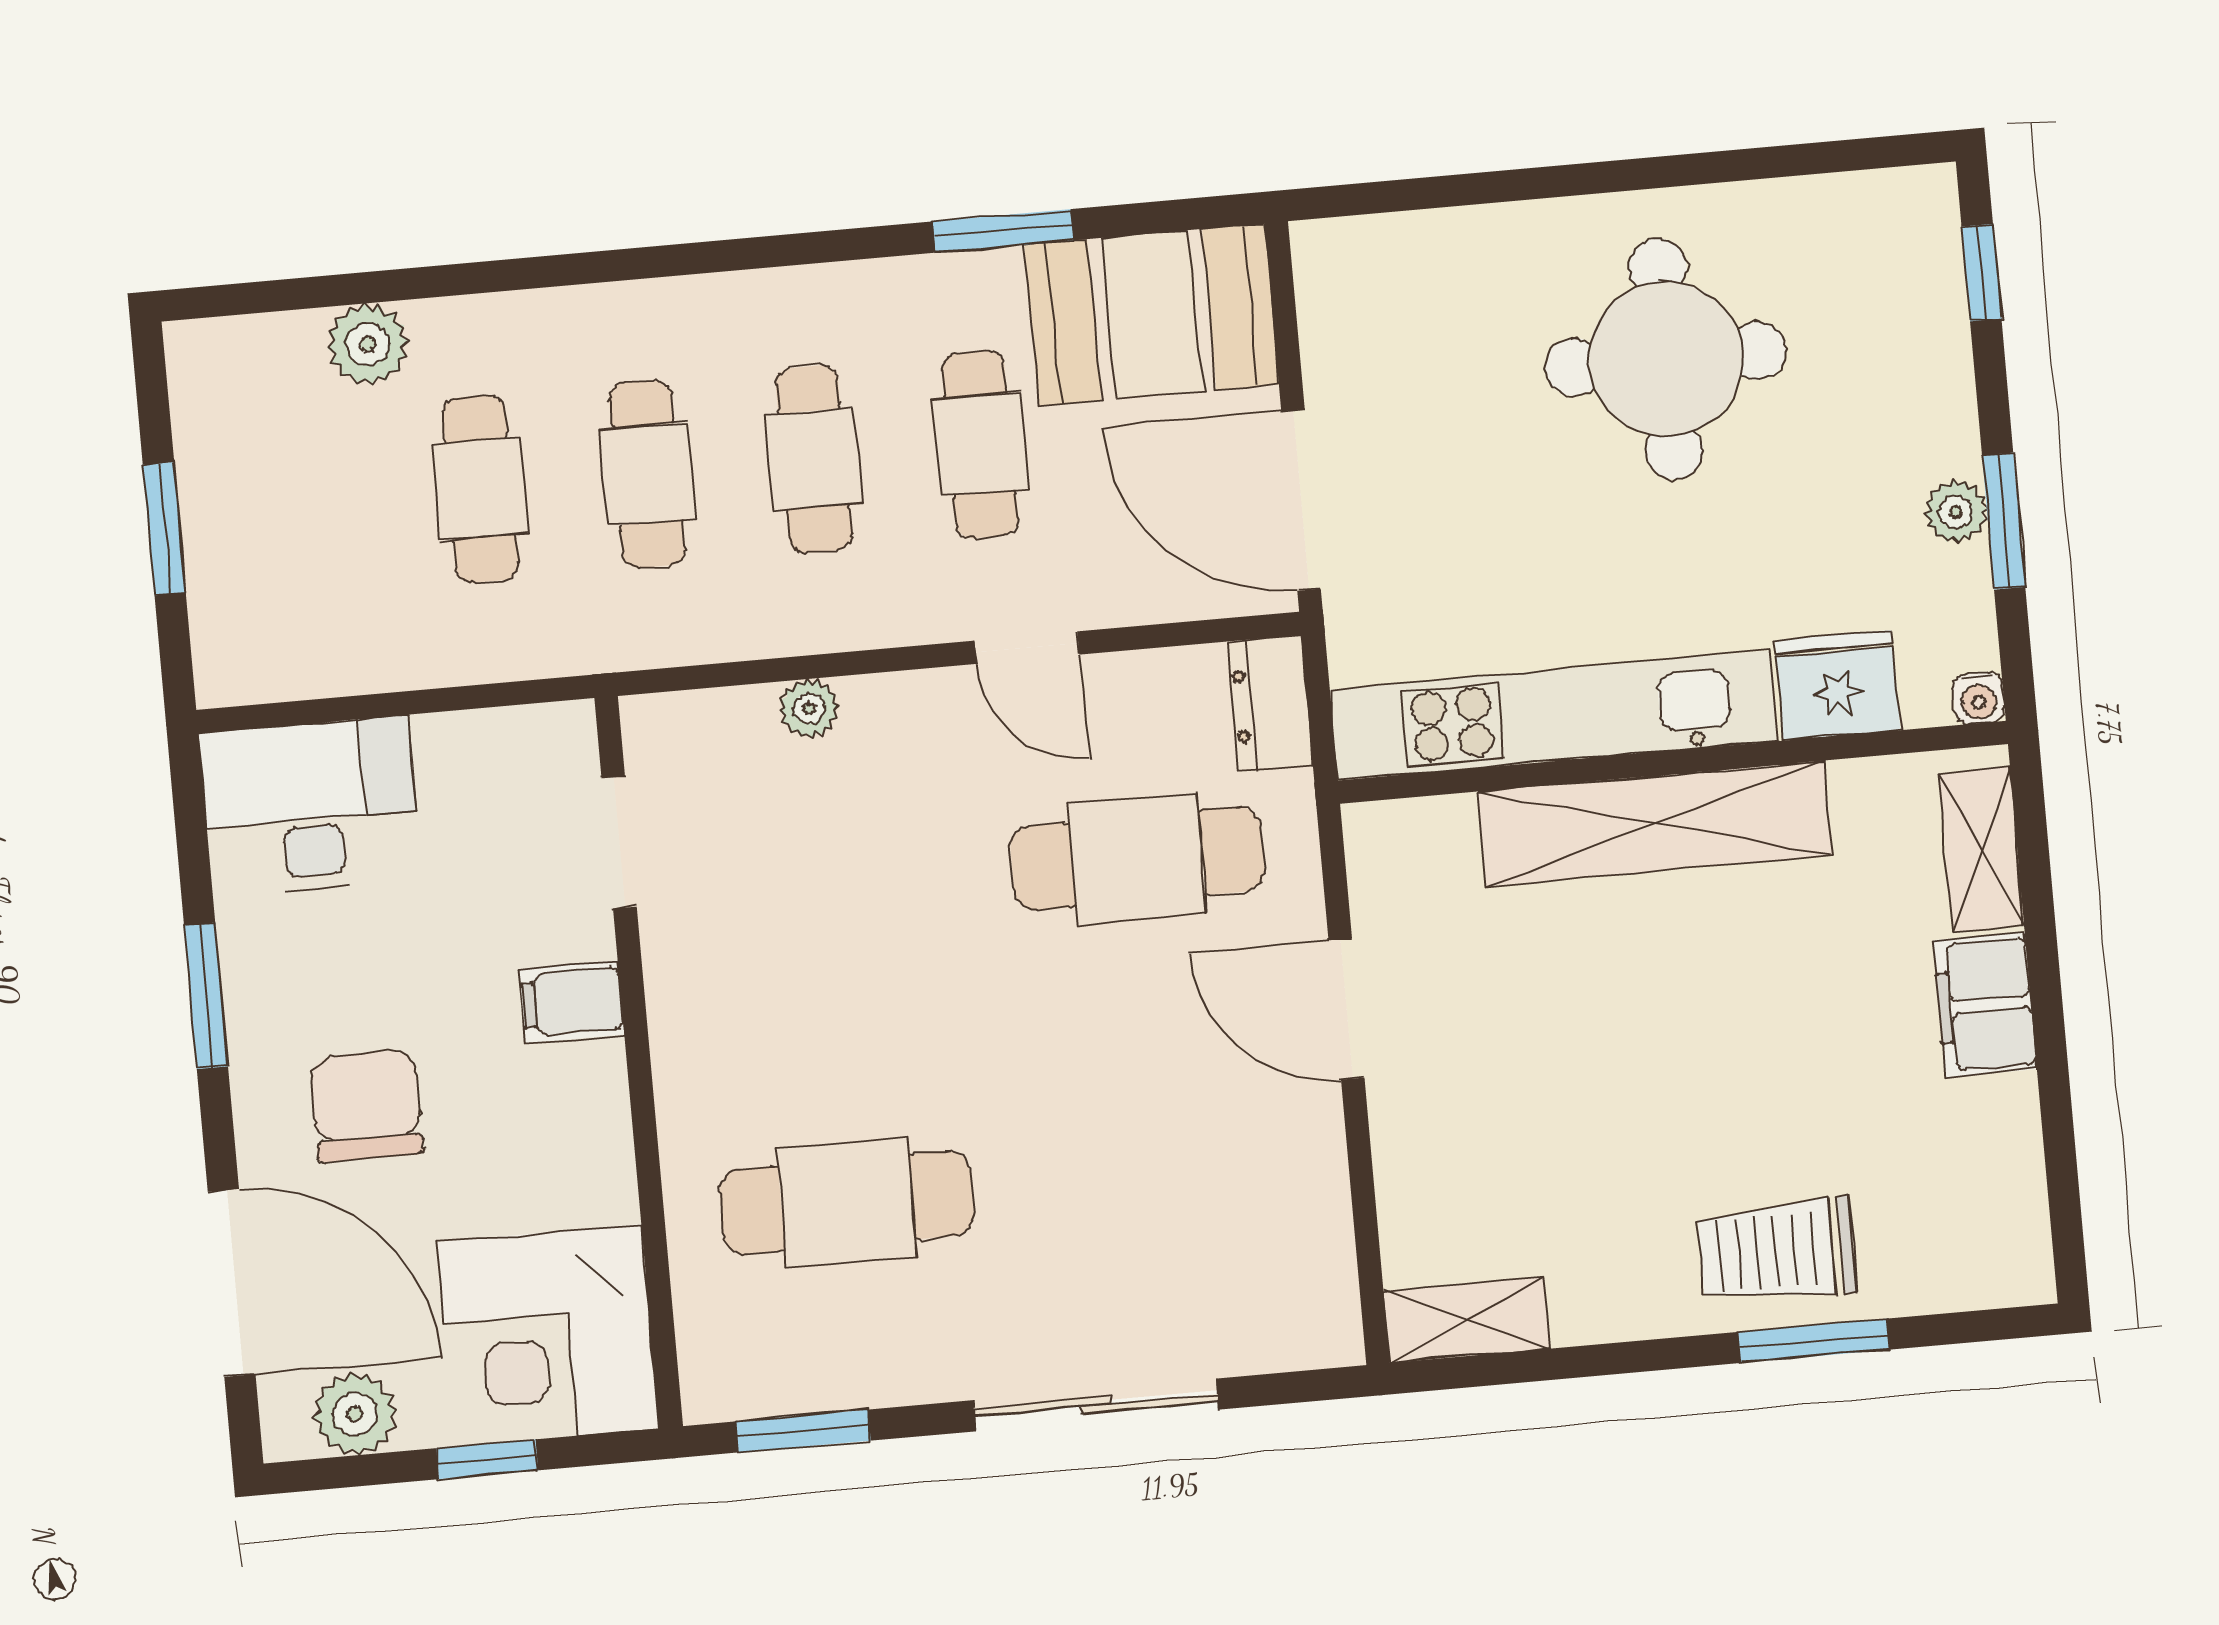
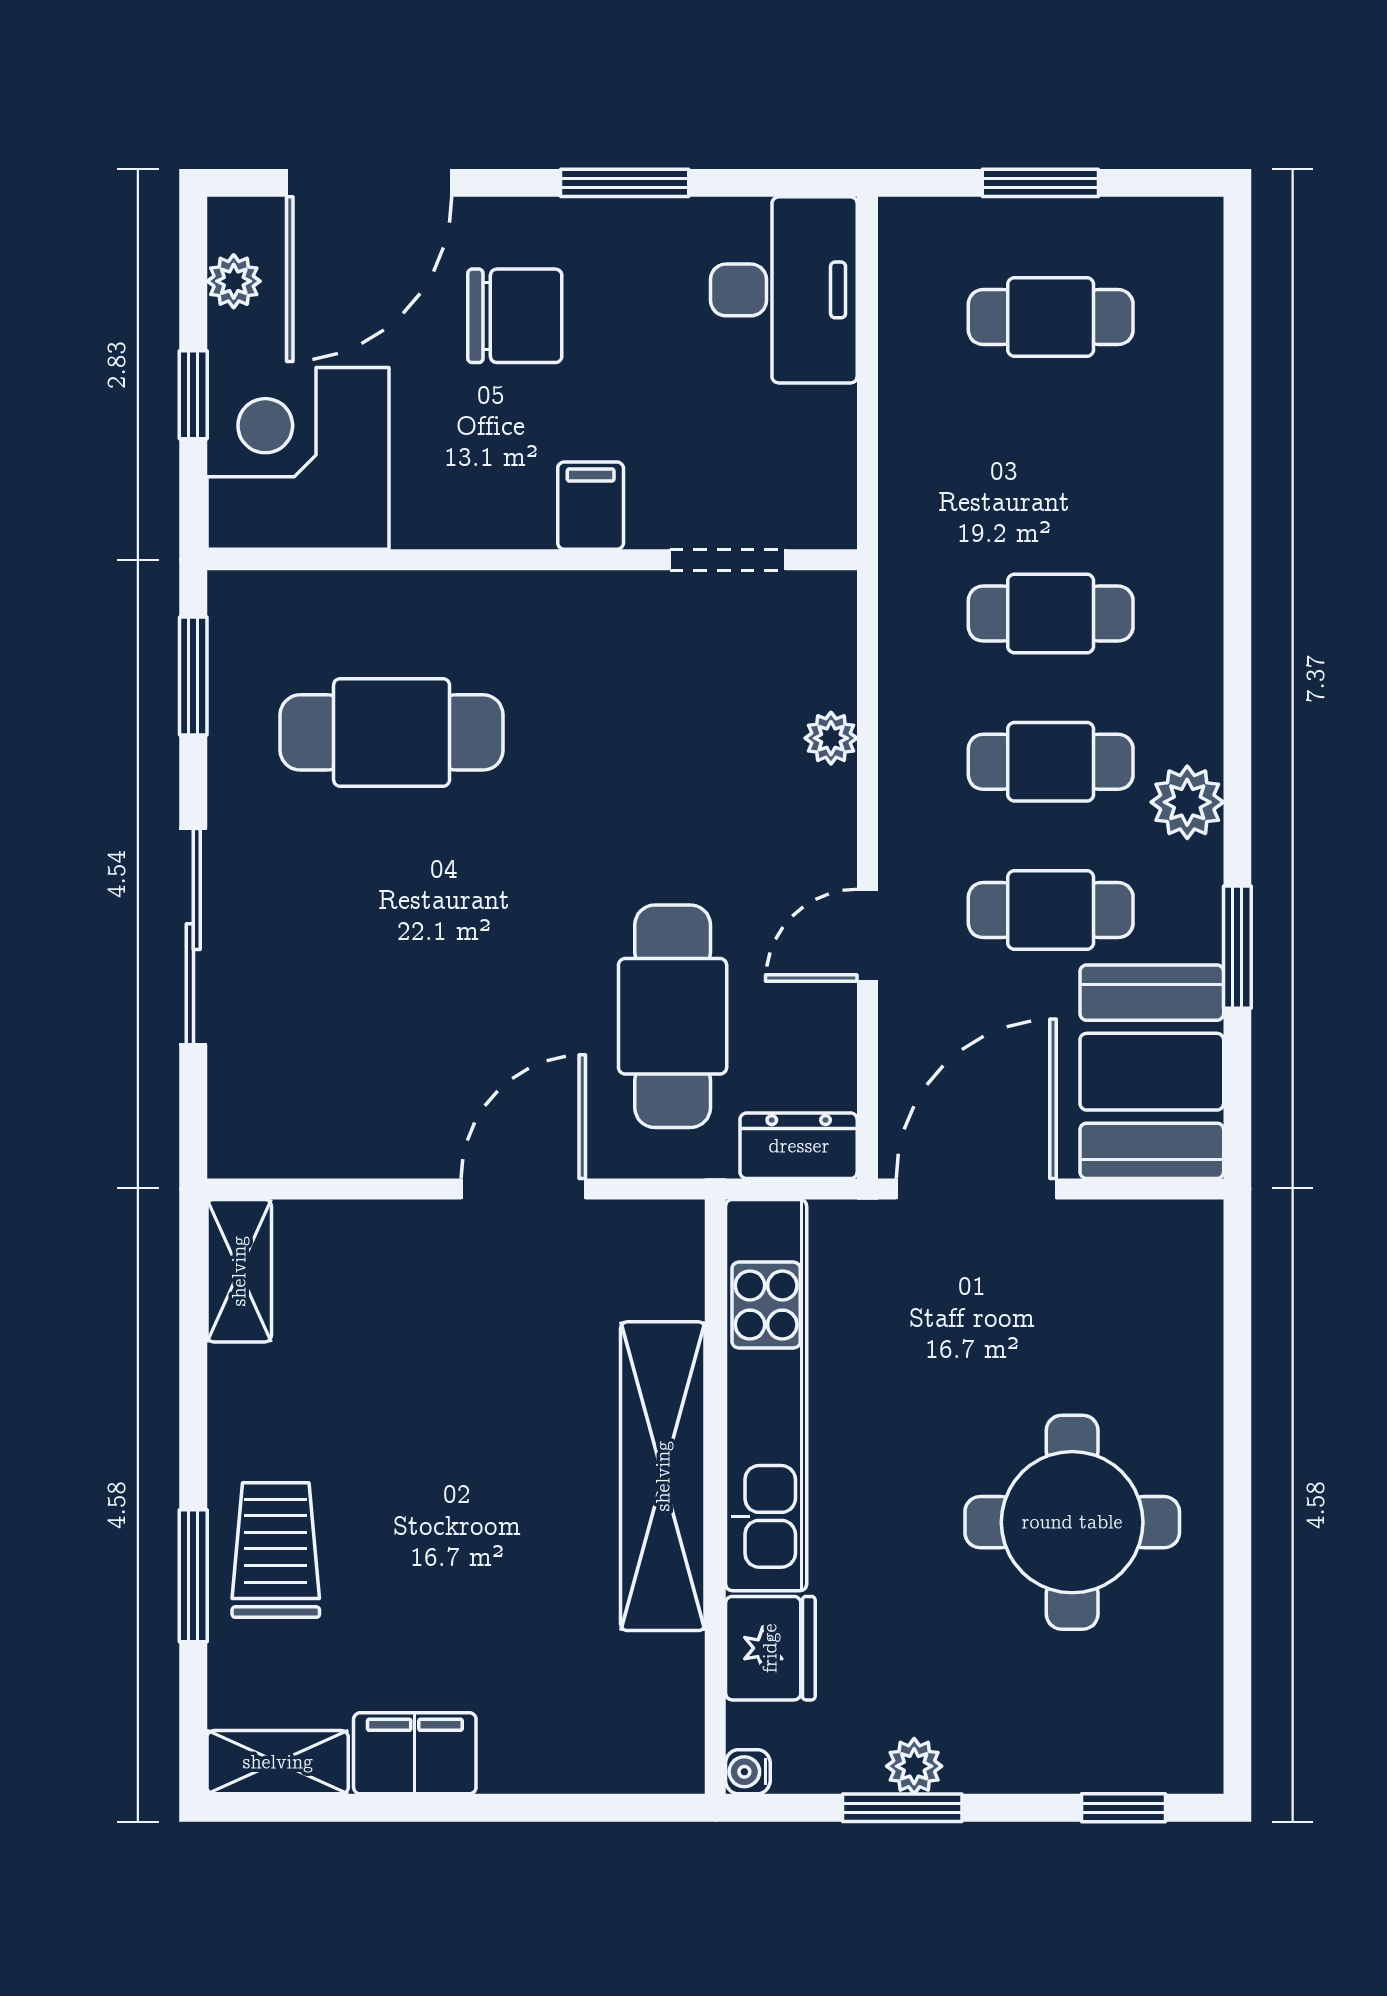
plant: (368, 344) -> (1187, 802), moved
cafe table: (481, 489) -> (1051, 317), moved
shelving: (1981, 850) -> (278, 1762), moved
filing cabinet: (1985, 1005) -> (415, 1753), moved
cafe table: (847, 1203) -> (392, 732), turned 90
plant: (355, 1414) -> (234, 281), width x0.73, depth x0.73

